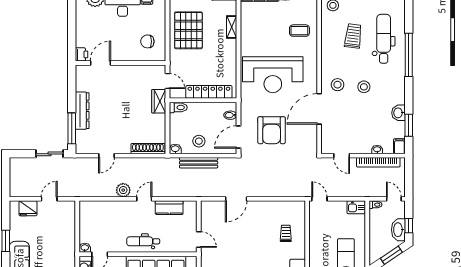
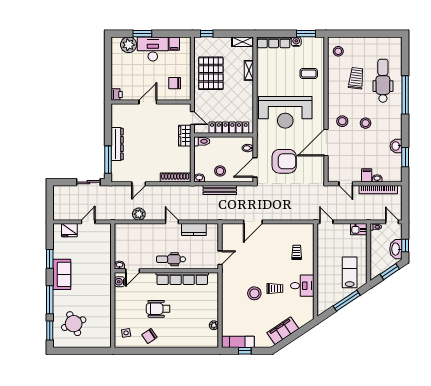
door: (100, 63) -> (148, 102), moved
armchair: (272, 130) -> (284, 161), turned -90
filing cabinet: (399, 146) -> (367, 175), moved
plant: (123, 190) -> (139, 214), moved
door: (144, 199) -> (172, 222), hinge flipped
door: (199, 240) -> (220, 258), hinge flipped

